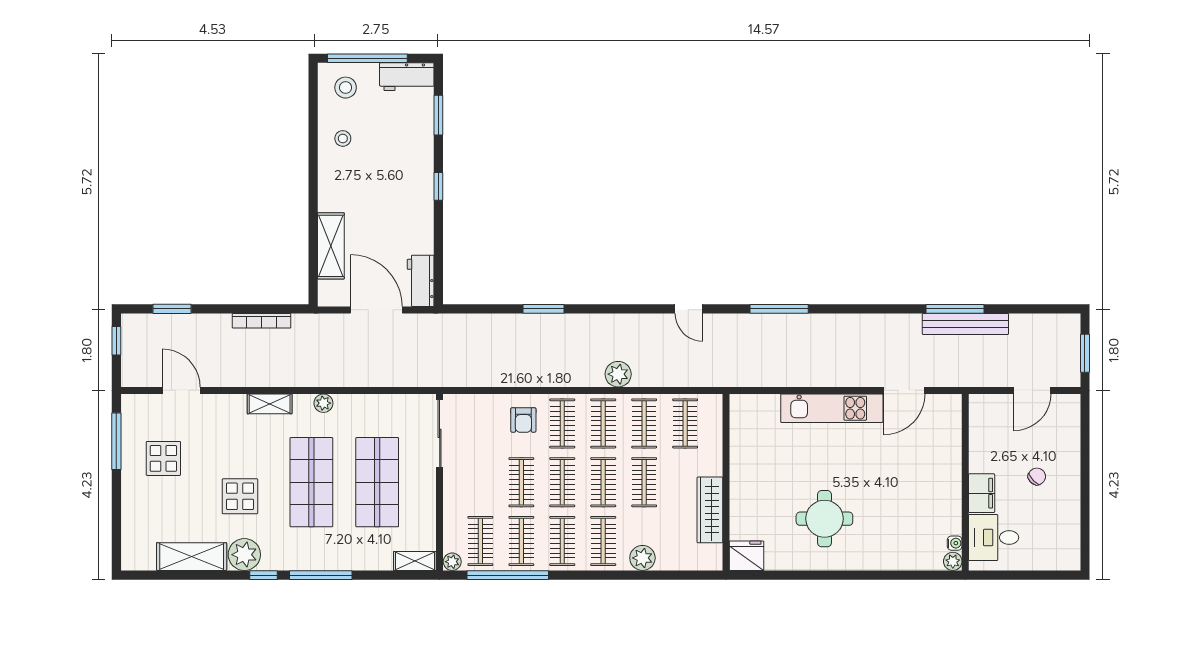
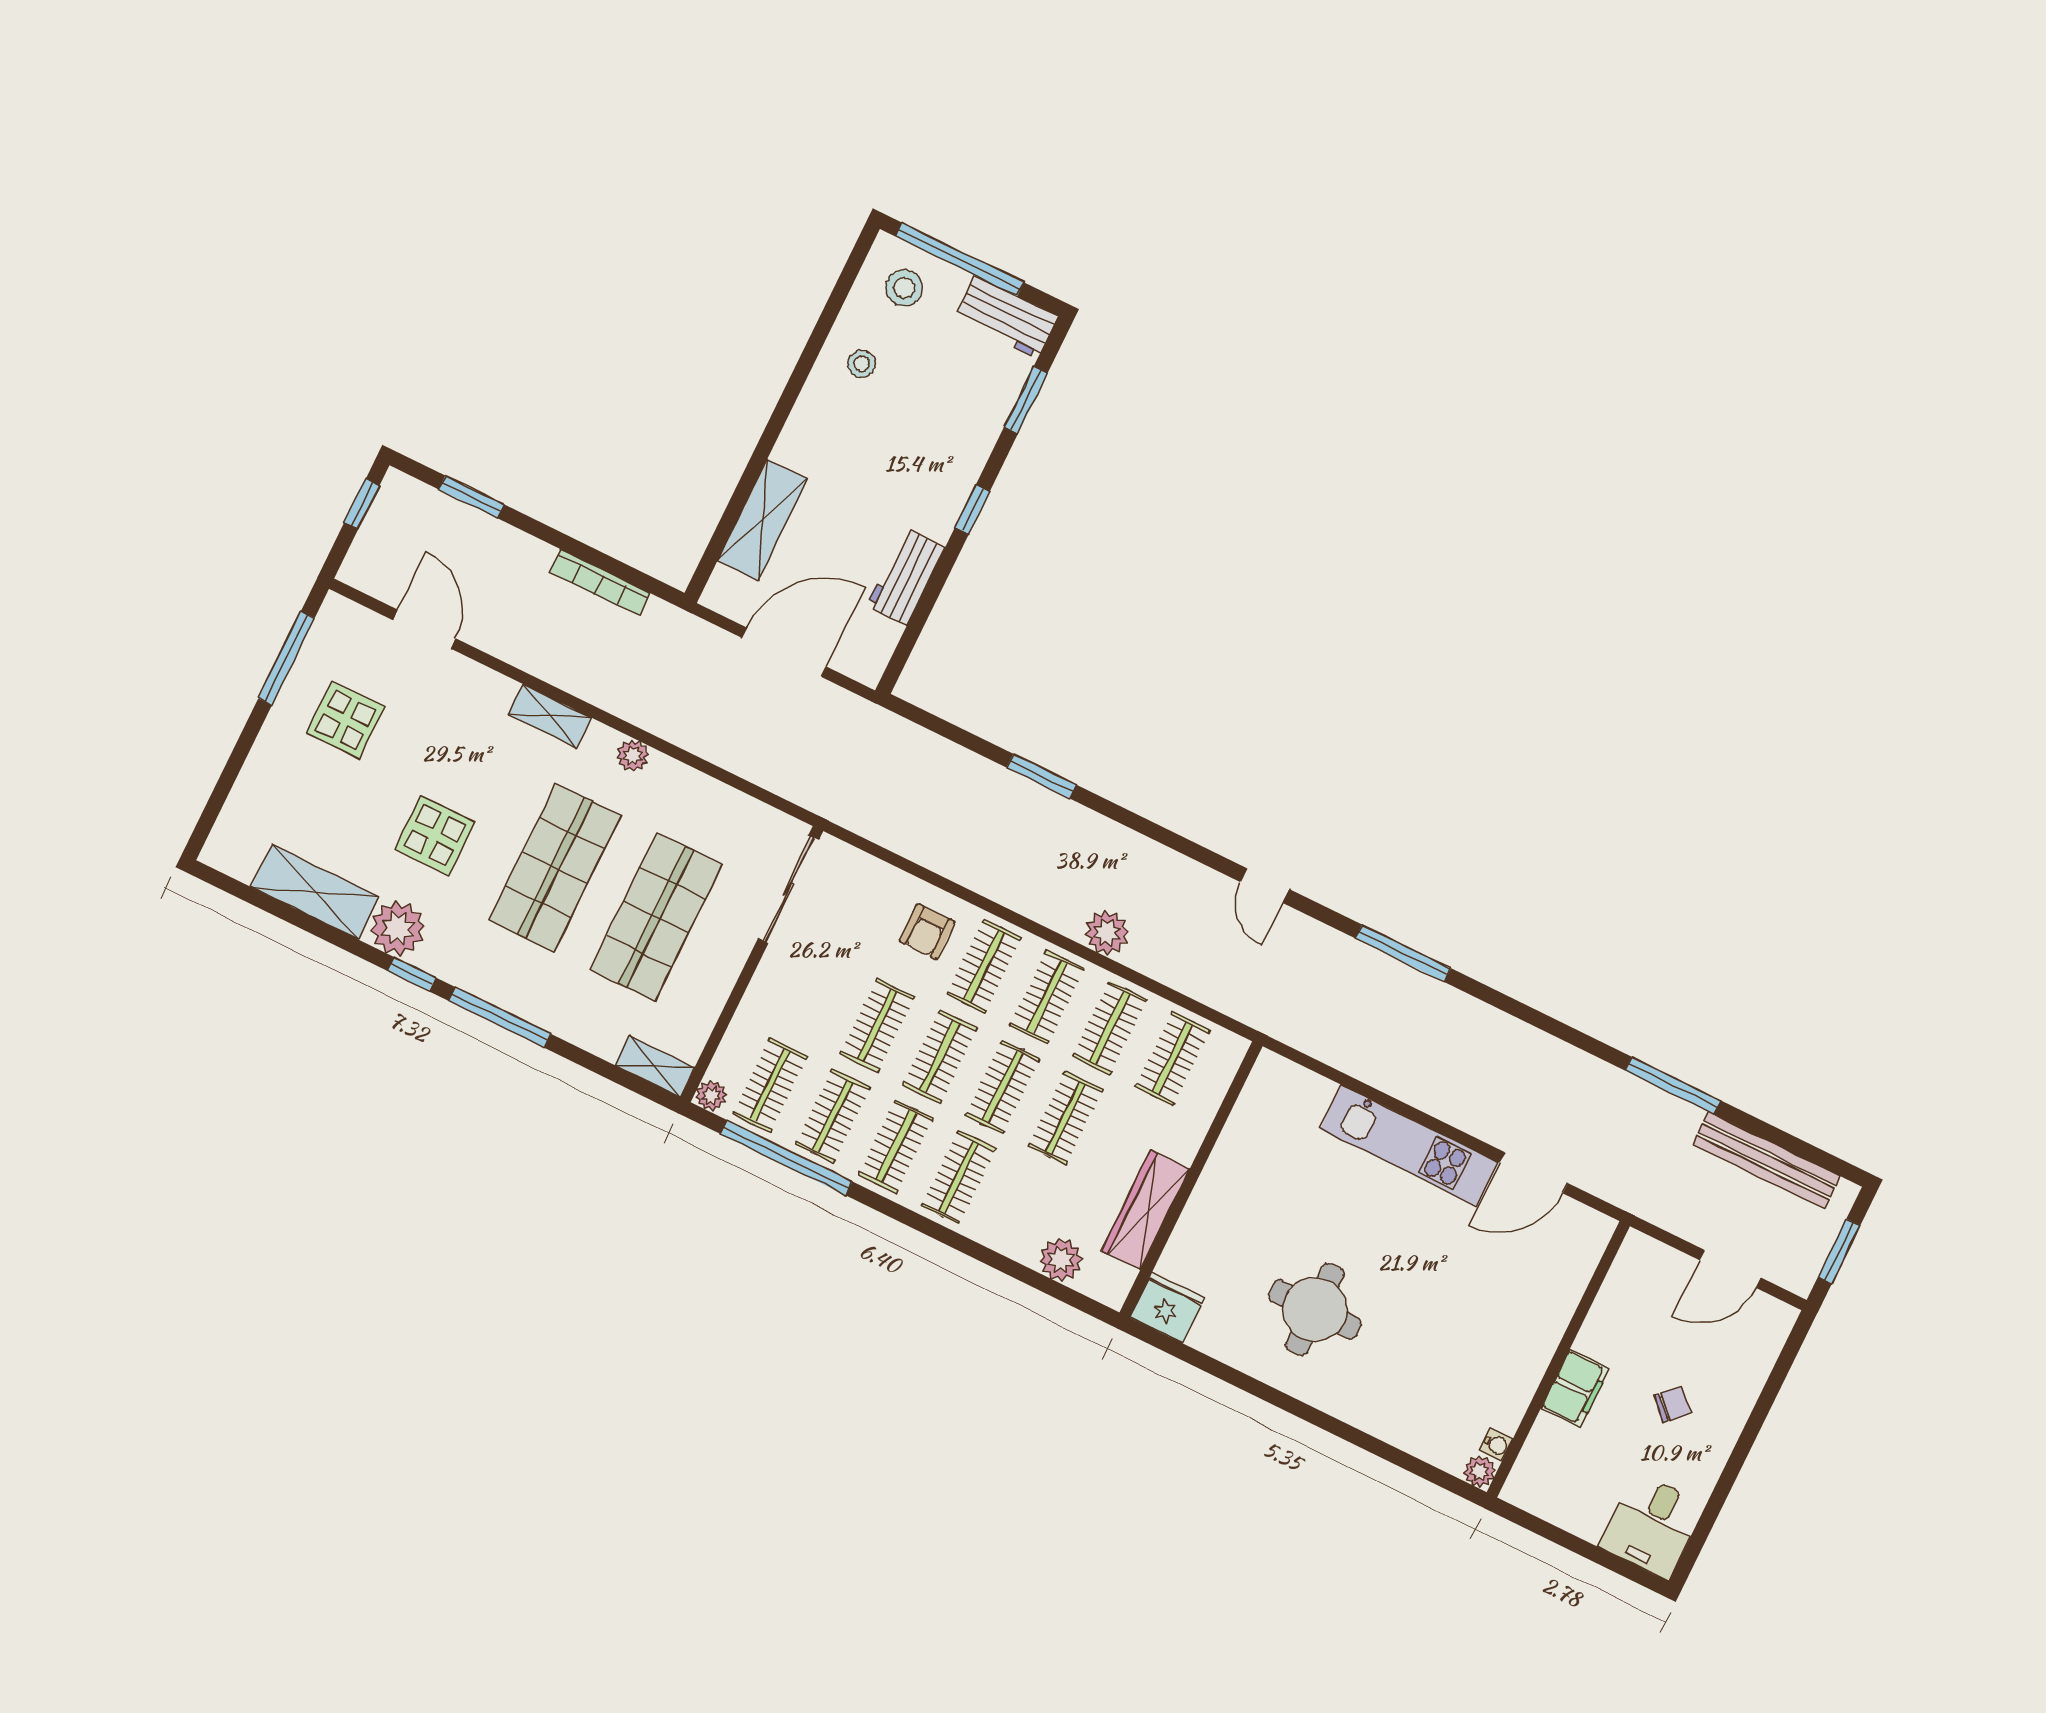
workbench: (421, 281) -> (906, 576), moved
door: (376, 310) -> (784, 652), hinge flipped
bench: (965, 324) -> (1767, 1160), moved
desk: (994, 537) -> (1652, 1526), moved, turned -90
plant: (642, 558) -> (1061, 1260), moved

